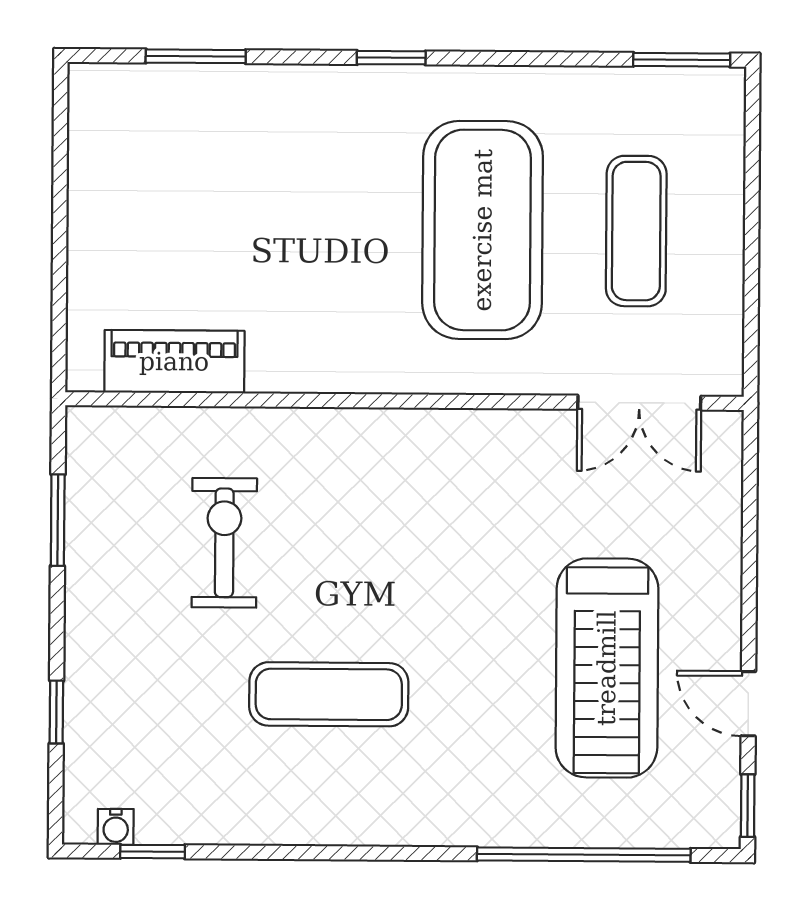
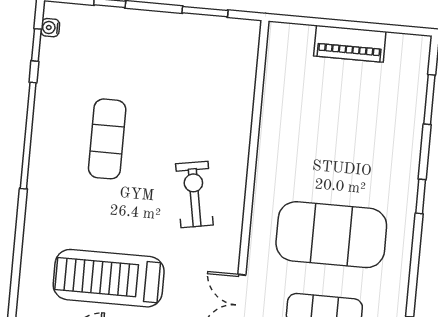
piano: (174, 362) -> (350, 44), moved, turned 90
exercise bike: (224, 543) -> (194, 194), moved, turned -100
window: (584, 855) -> (28, 136), moved

